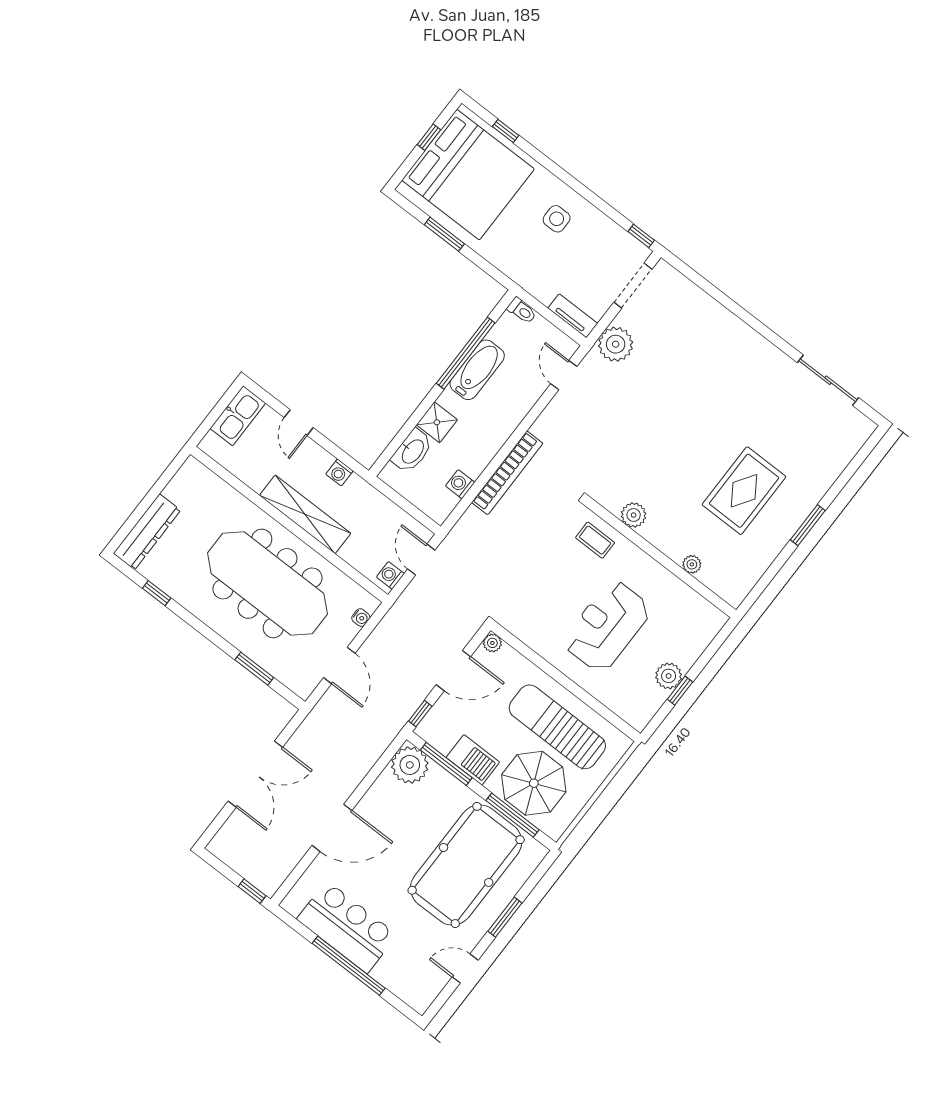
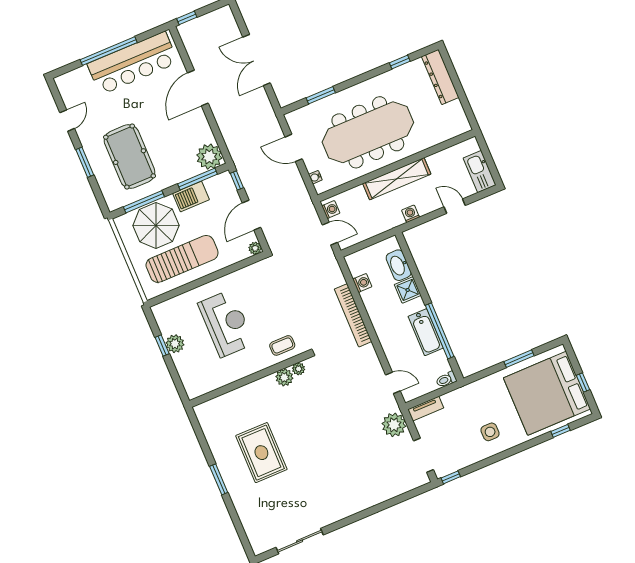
plant: (692, 564) -> (299, 369), moved
pool table: (466, 865) -> (130, 157), width x0.73, depth x0.76
bar counter: (347, 927) -> (133, 63), width x1.36

